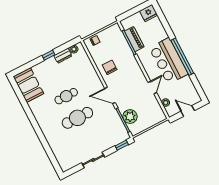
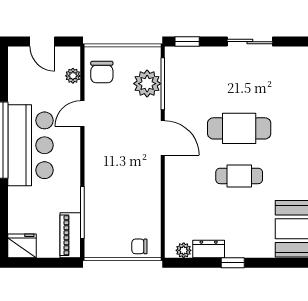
piano: (134, 39) -> (70, 235), moved
chair: (110, 67) -> (102, 72), moved

